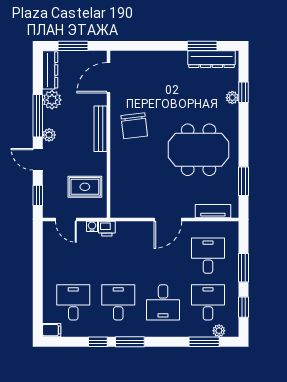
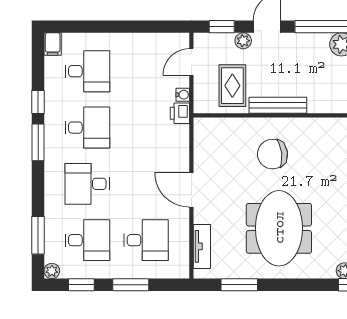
chair: (134, 126) -> (273, 154), moved
bench: (100, 129) -> (278, 105), moved
plant: (49, 135) -> (243, 41), moved
plant: (219, 331) -> (52, 271), moved

